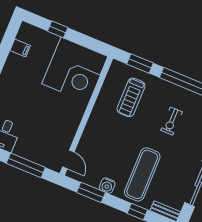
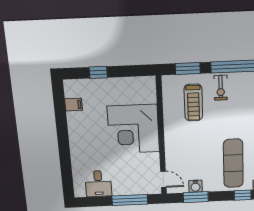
corner desk: (75, 70) -> (134, 129), moved, turned 90
exercise bike: (171, 121) -> (221, 88), moved
water cooler: (107, 186) -> (195, 186), moved

